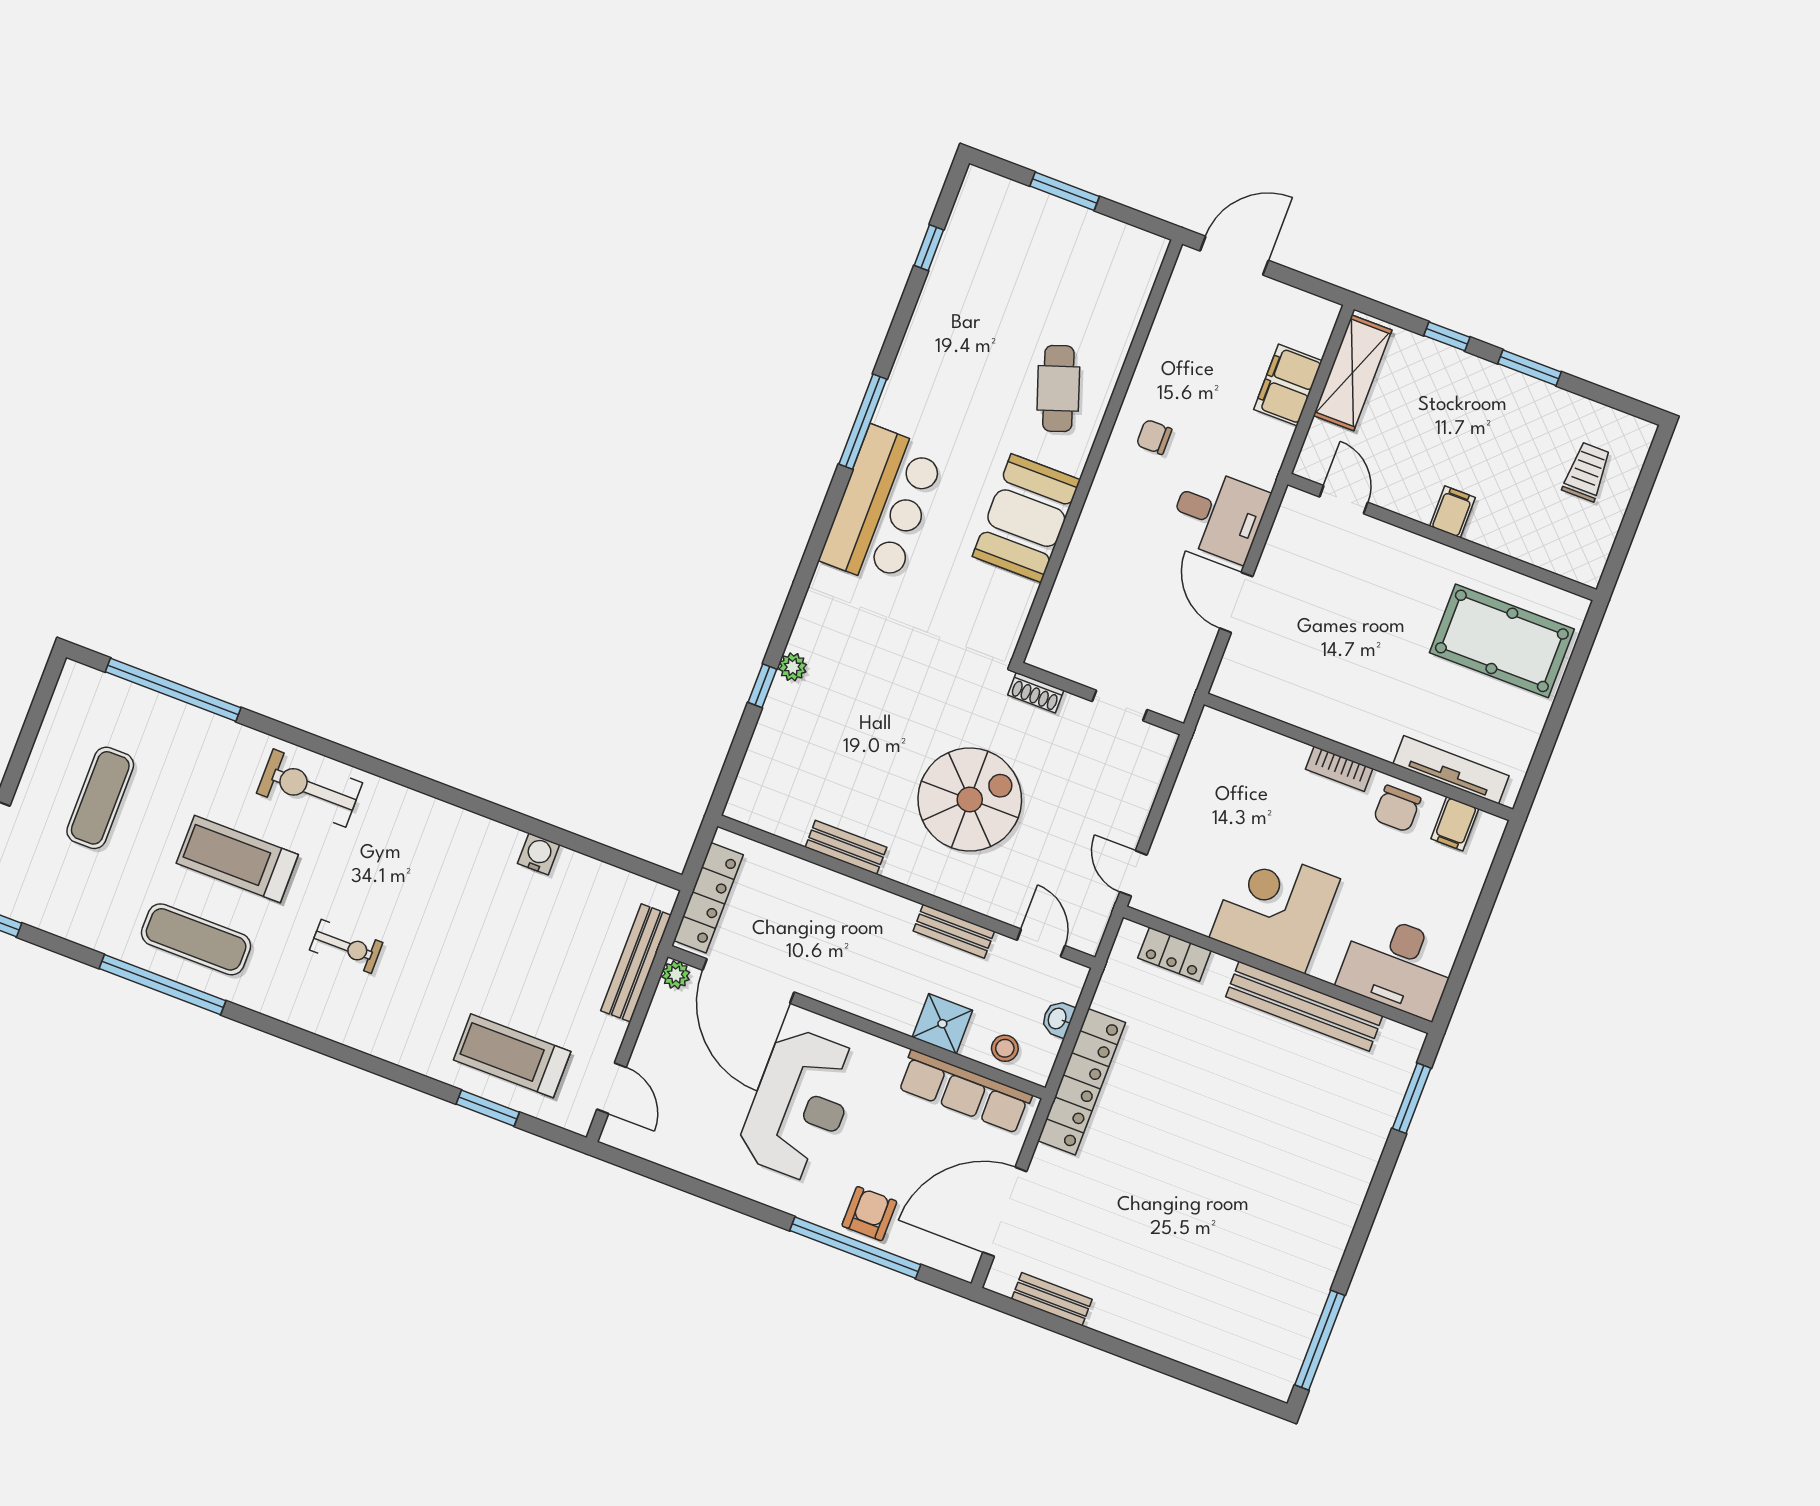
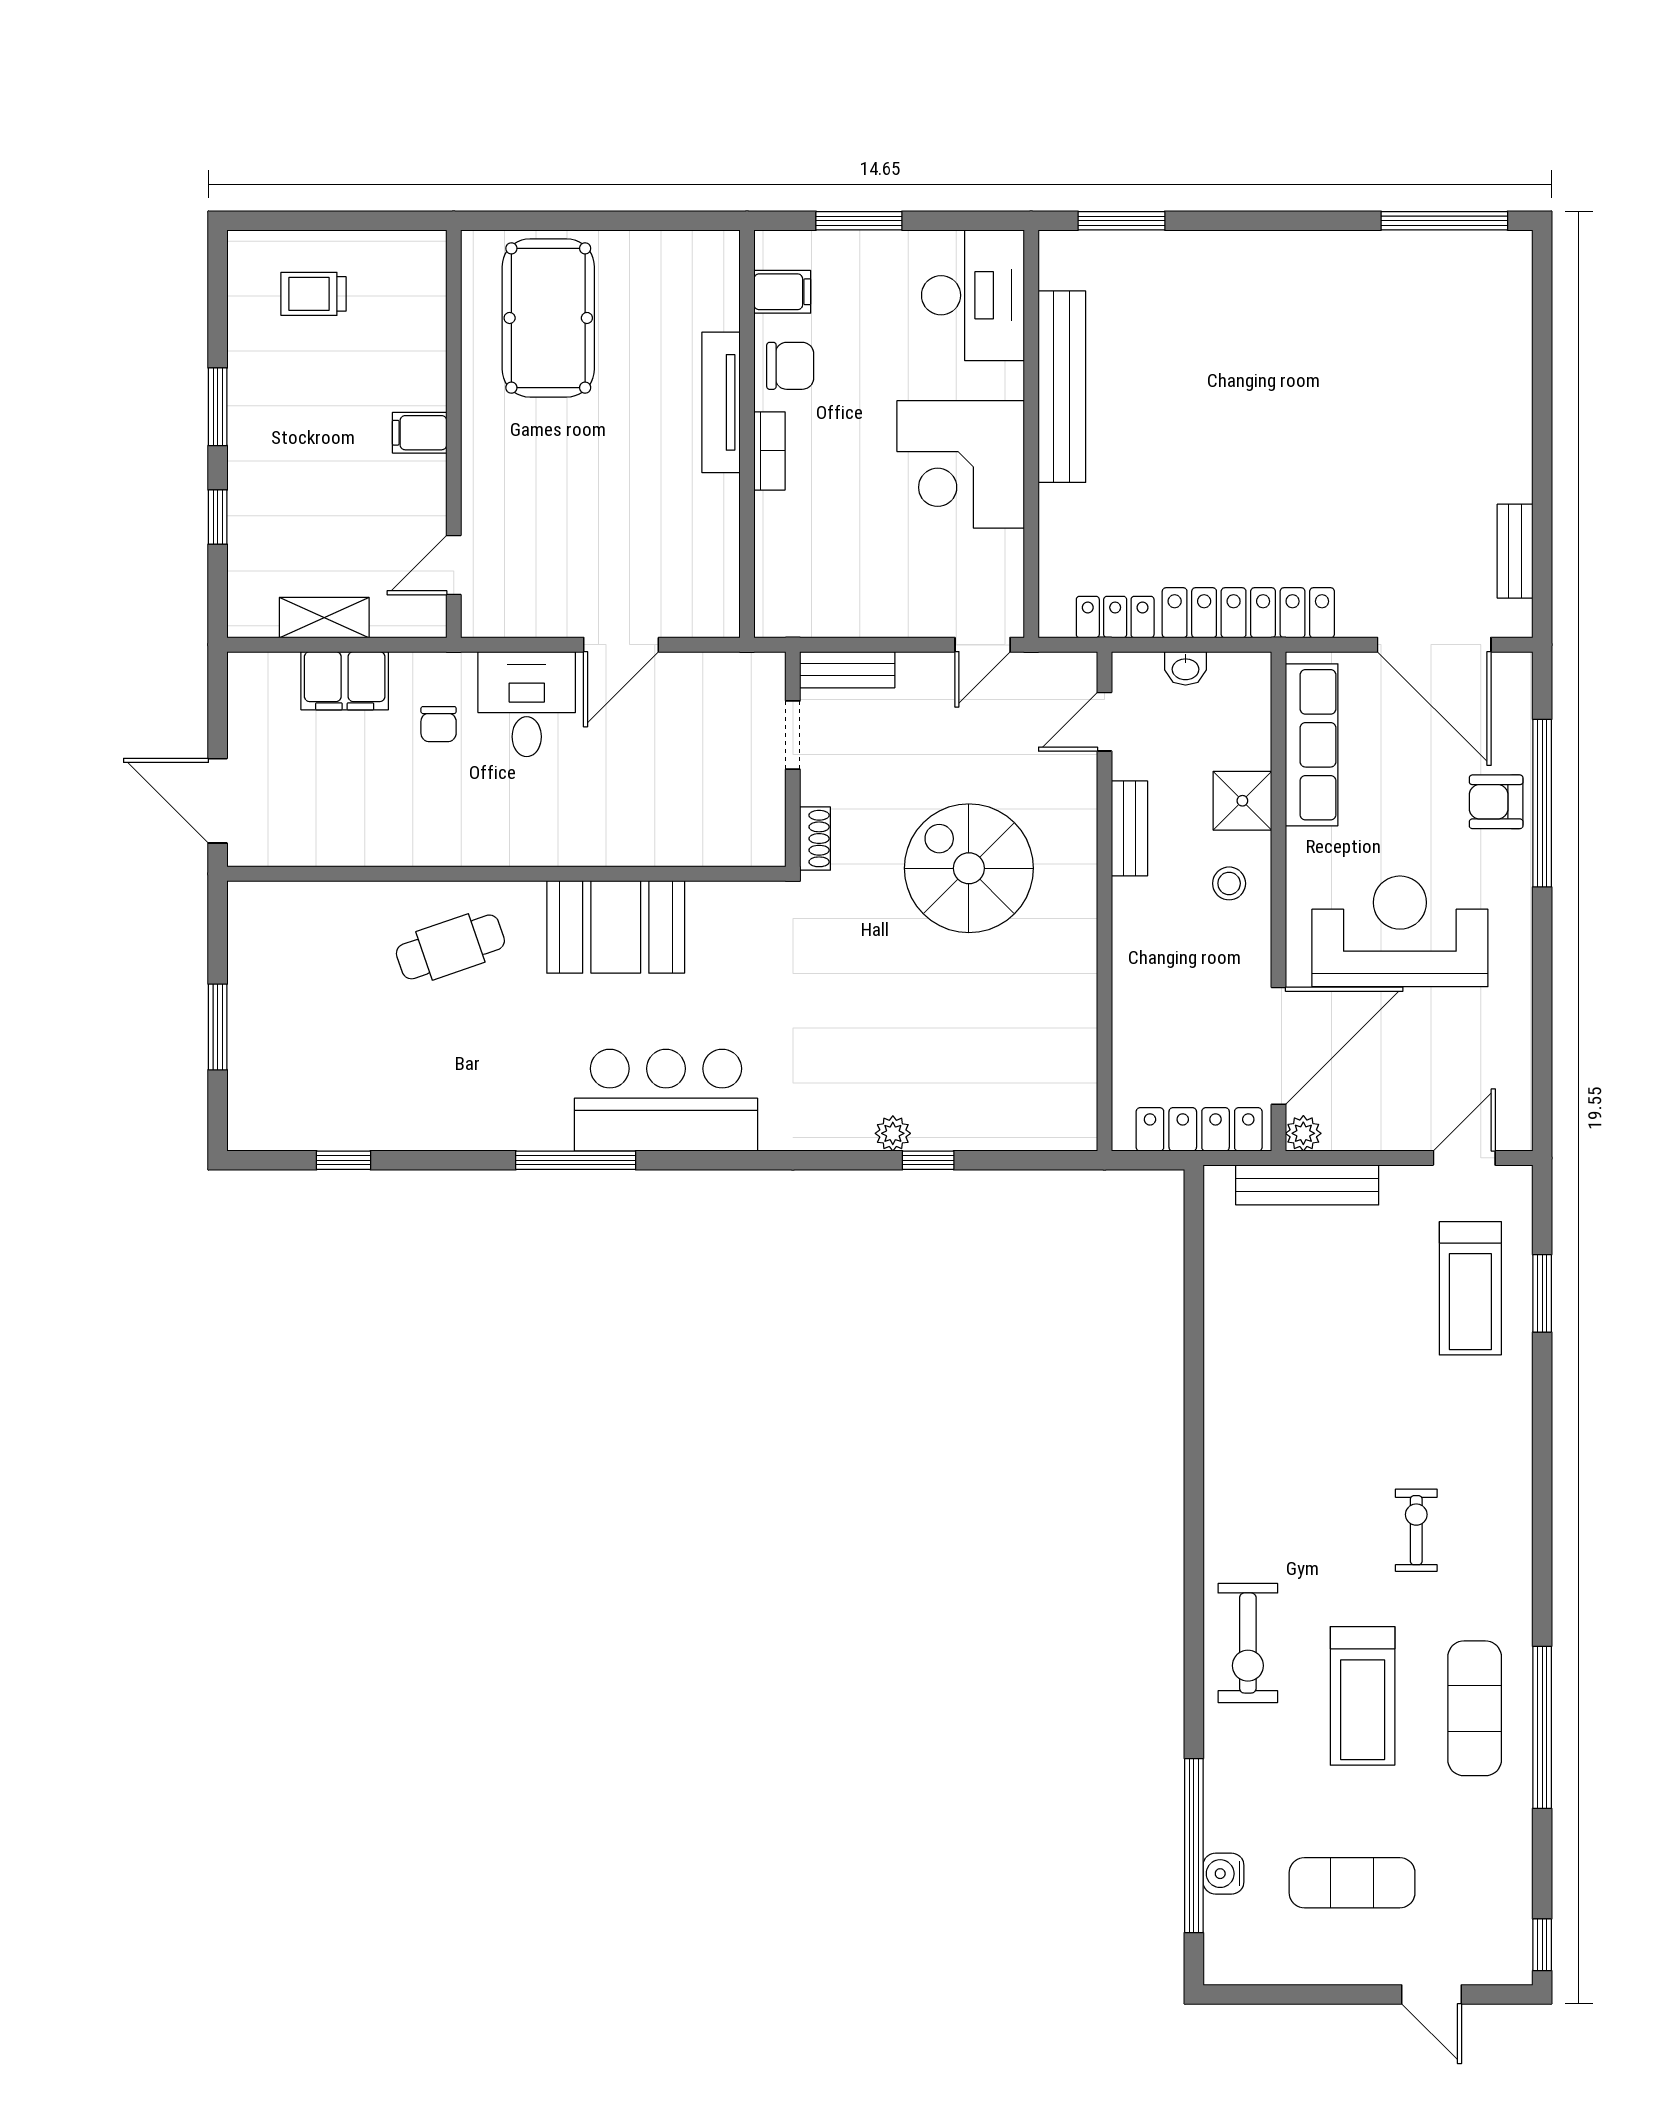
shelving: (1353, 373) -> (324, 618), width x0.67, depth x0.75
chair: (1154, 437) -> (439, 724), moved
tv unit: (1451, 770) -> (721, 402), moved
bench: (846, 847) -> (847, 670), moved, turned 90
water cooler: (539, 854) -> (1223, 1874), moved
window: (1486, 901) -> (859, 221), added
locker: (1174, 954) -> (1115, 617), moved, turned -90
stool: (1005, 1048) -> (1229, 883), moved

